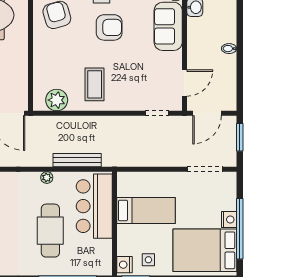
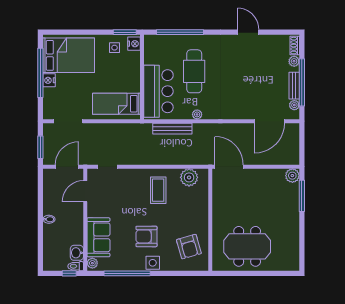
bed: (146, 210) -> (116, 104), moved

